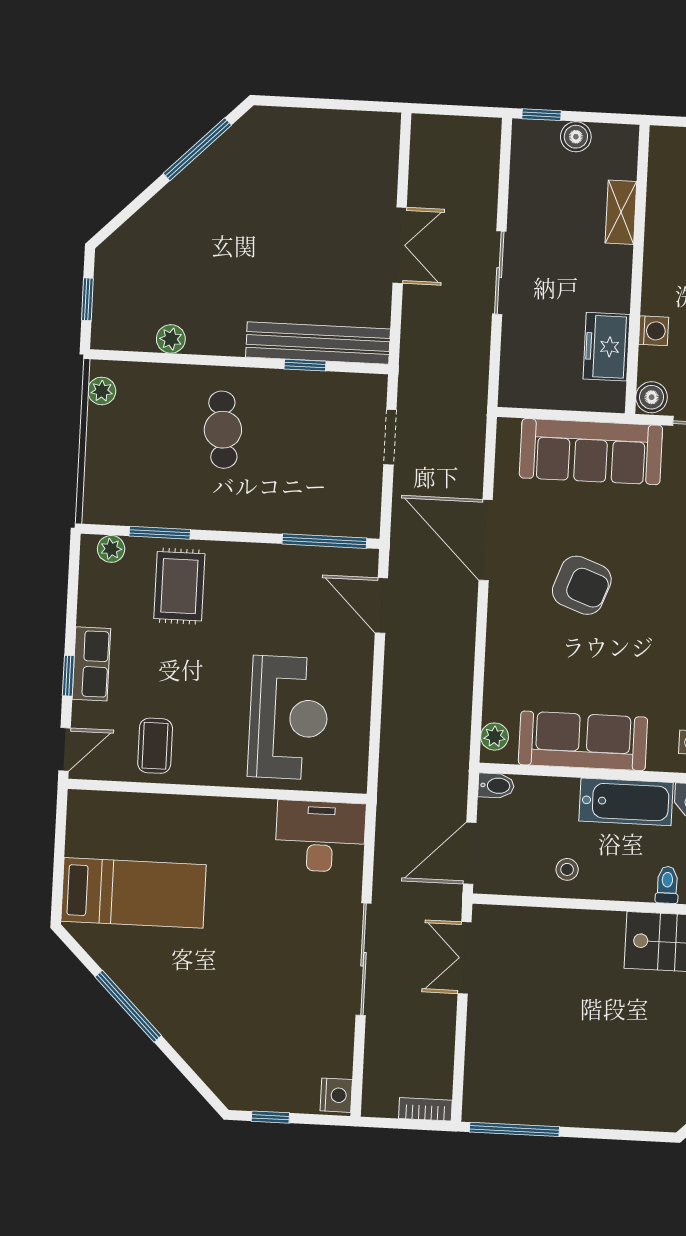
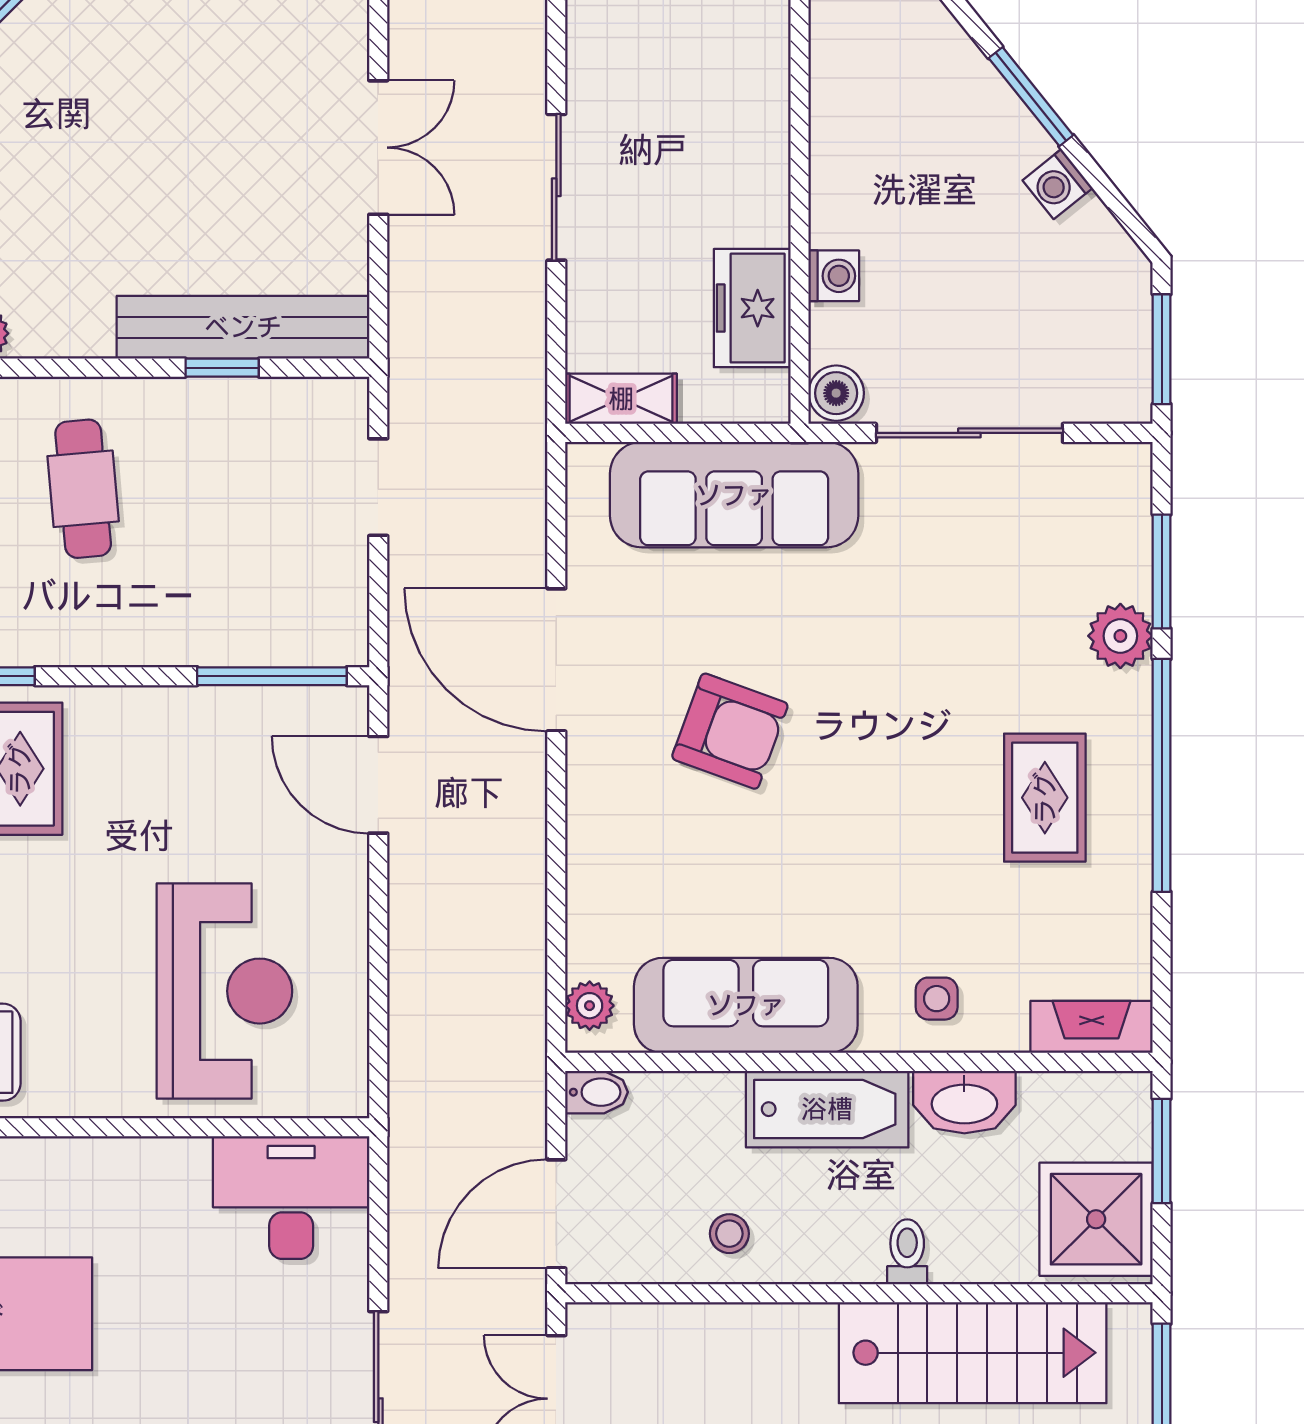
shelving: (621, 212) -> (621, 399), moved, turned 90

